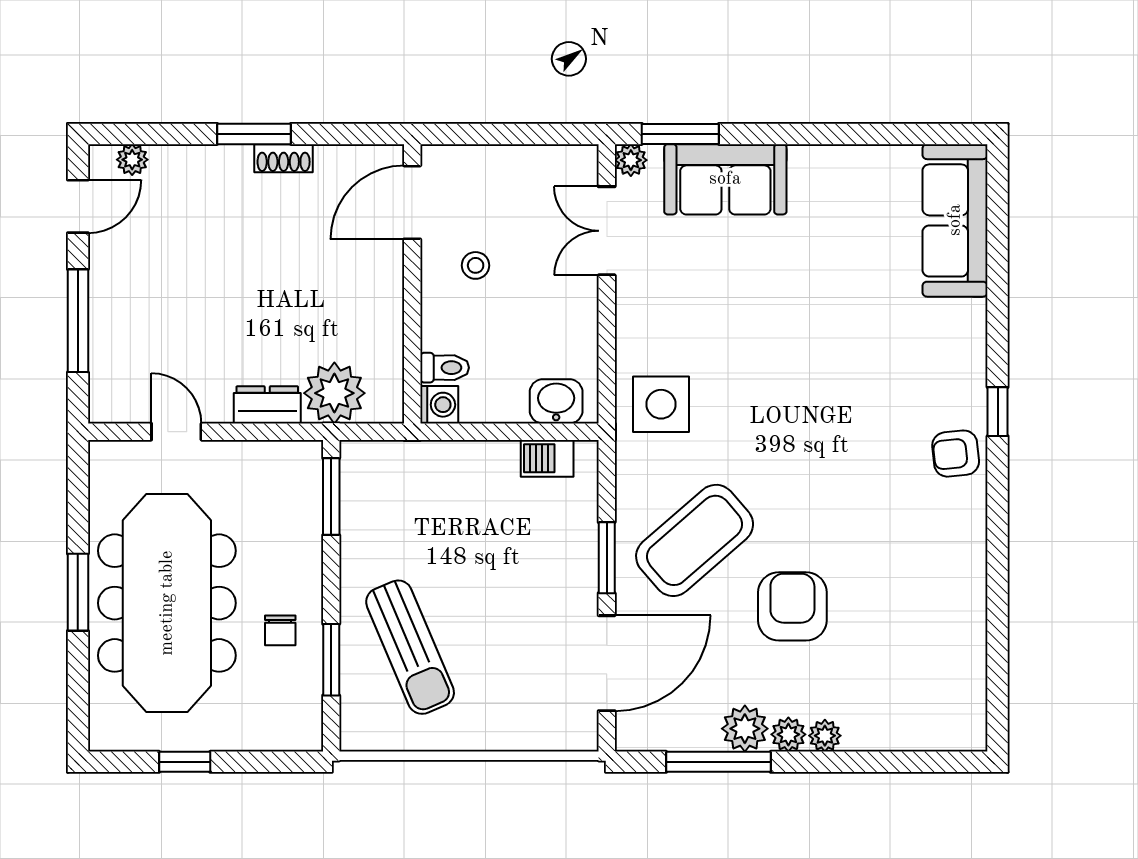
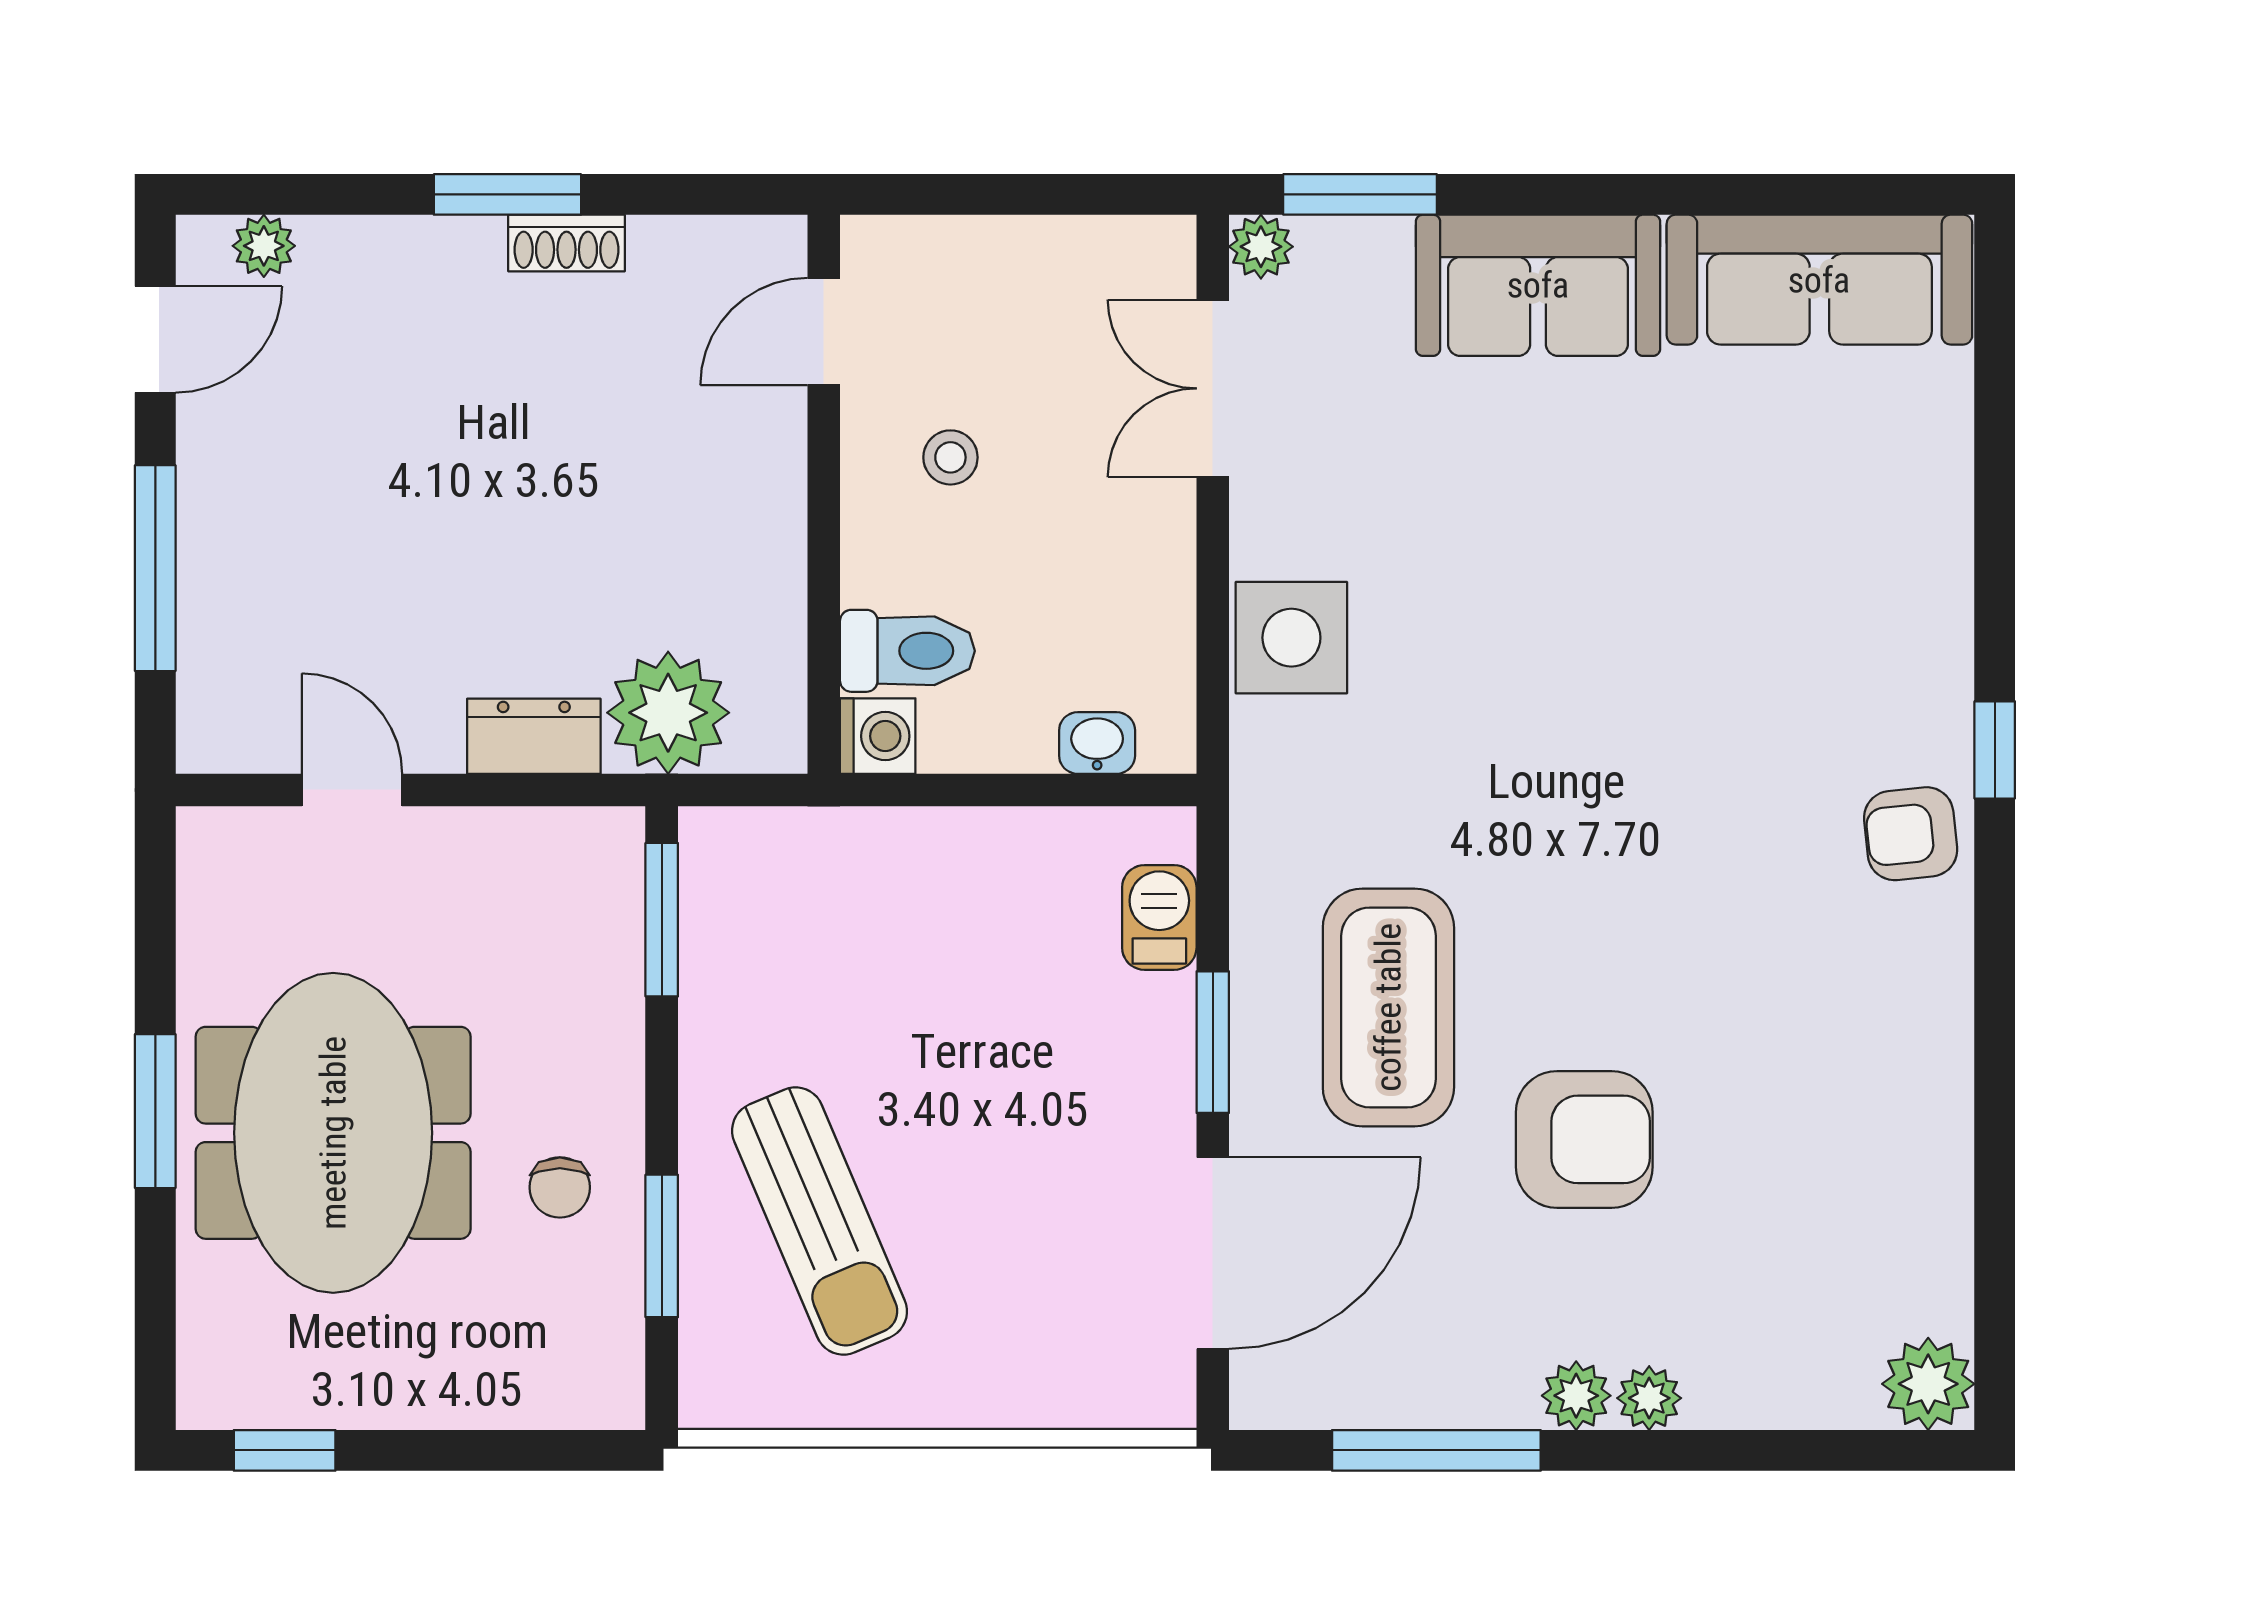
sofa: (725, 179) -> (1538, 285), moved
door: (412, 202) -> (824, 331), width x0.73
sofa: (955, 220) -> (1819, 280), moved, turned -90
toilet: (445, 368) -> (907, 651), width x1.37, depth x1.39
washbasin: (556, 401) -> (1097, 743), width x0.72, depth x0.69
side table: (661, 404) -> (1291, 638), moved
barbecue: (547, 458) -> (1159, 917), moved, turned 90
coffee table: (695, 540) -> (1388, 1007), turned -49
meeting table: (167, 603) -> (333, 1133), width x0.73
armchair: (792, 606) -> (1584, 1139), turned 90
plant: (745, 729) -> (1928, 1384), moved
window: (185, 762) -> (285, 1450), moved

